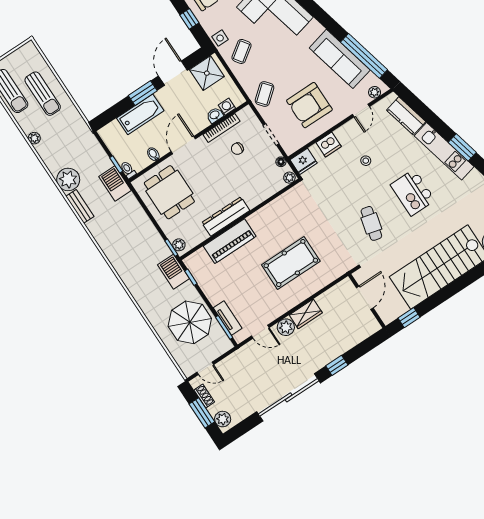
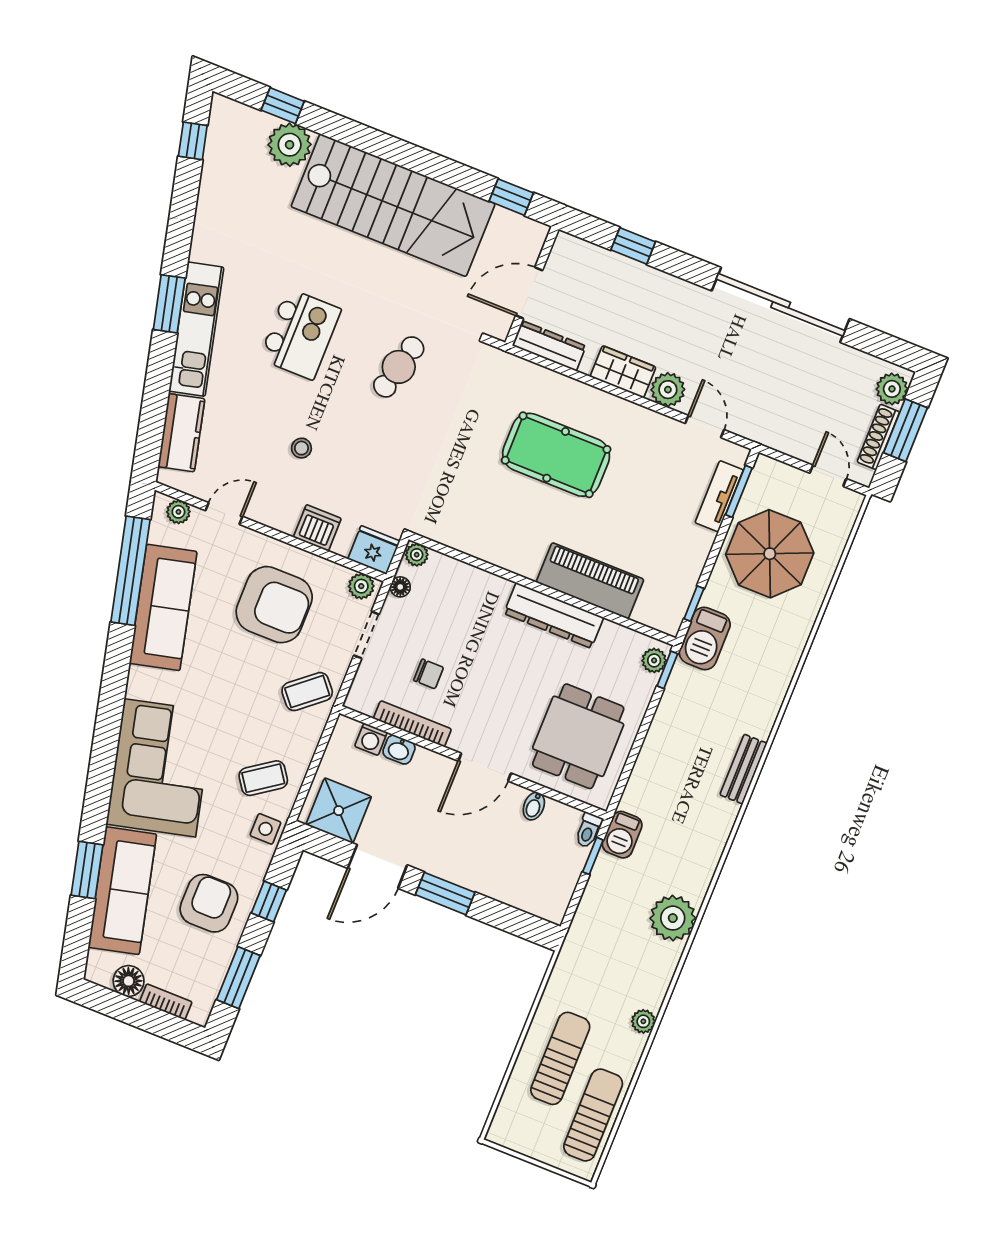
bathtub: (140, 114) -> (483, 873), removed
plant: (292, 146) -> (361, 586), added
barbecue: (115, 183) -> (622, 835), width x0.73, depth x0.79
bench: (80, 206) -> (743, 769), moved
dresser: (337, 291) -> (549, 346), added
window: (337, 365) -> (633, 246), moved
shoe rack: (204, 396) -> (878, 437), width x1.43

